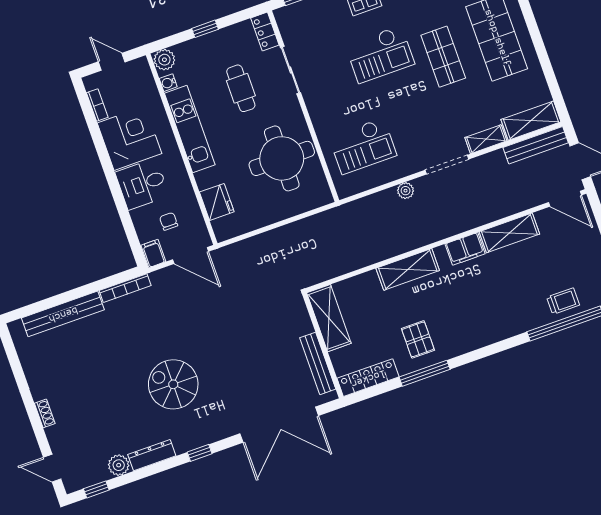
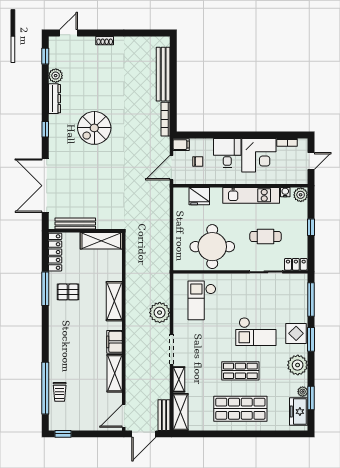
checkout: (380, 54) -> (256, 332), turned -90
bench: (536, 145) -> (164, 415), width x0.73
plant: (406, 191) -> (160, 313), width x1.88, depth x1.88
spiral stairs: (173, 384) -> (94, 128), turned 180

